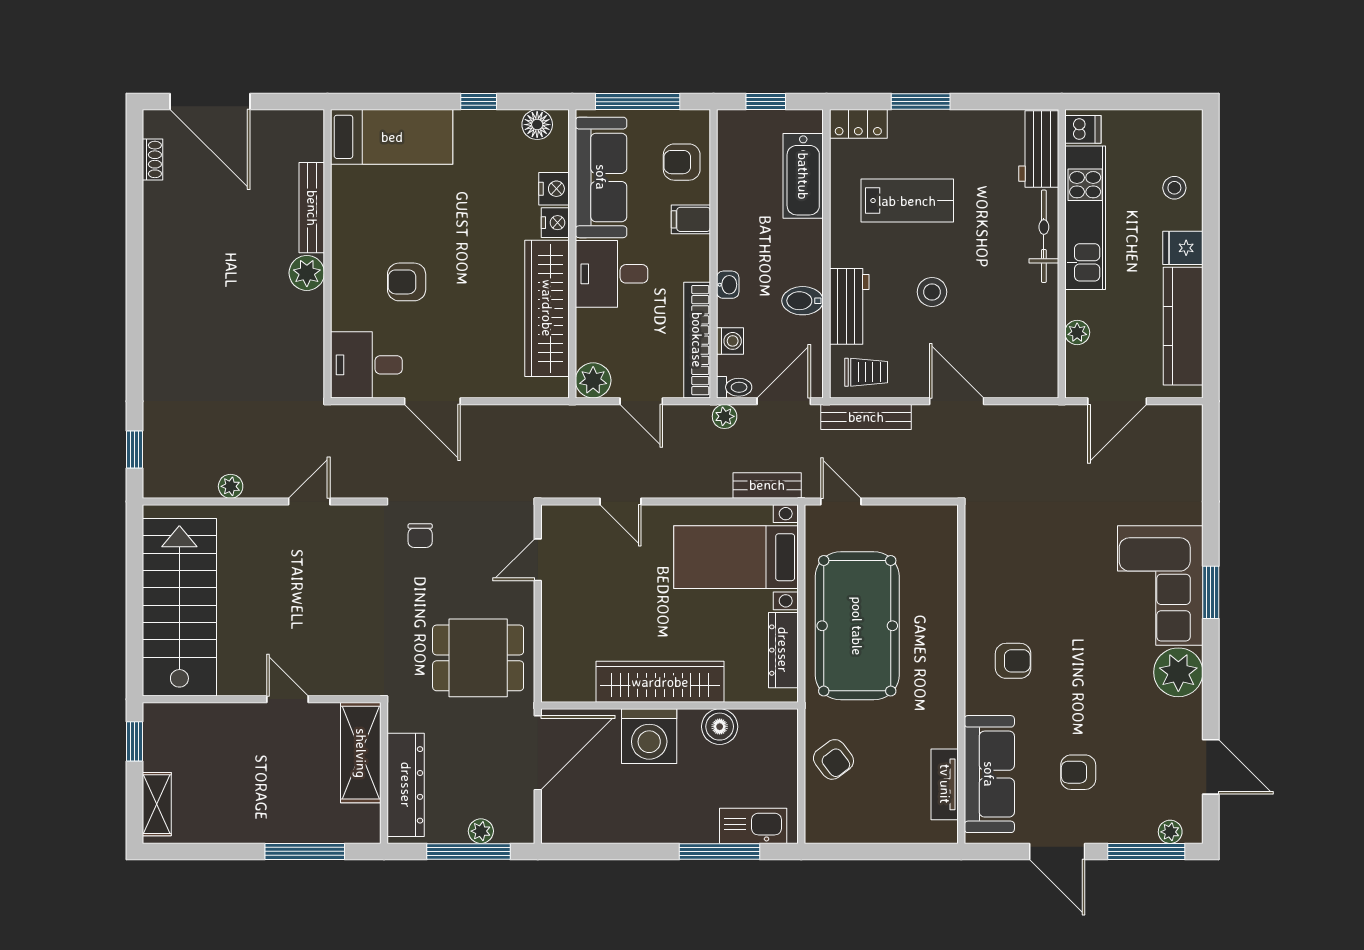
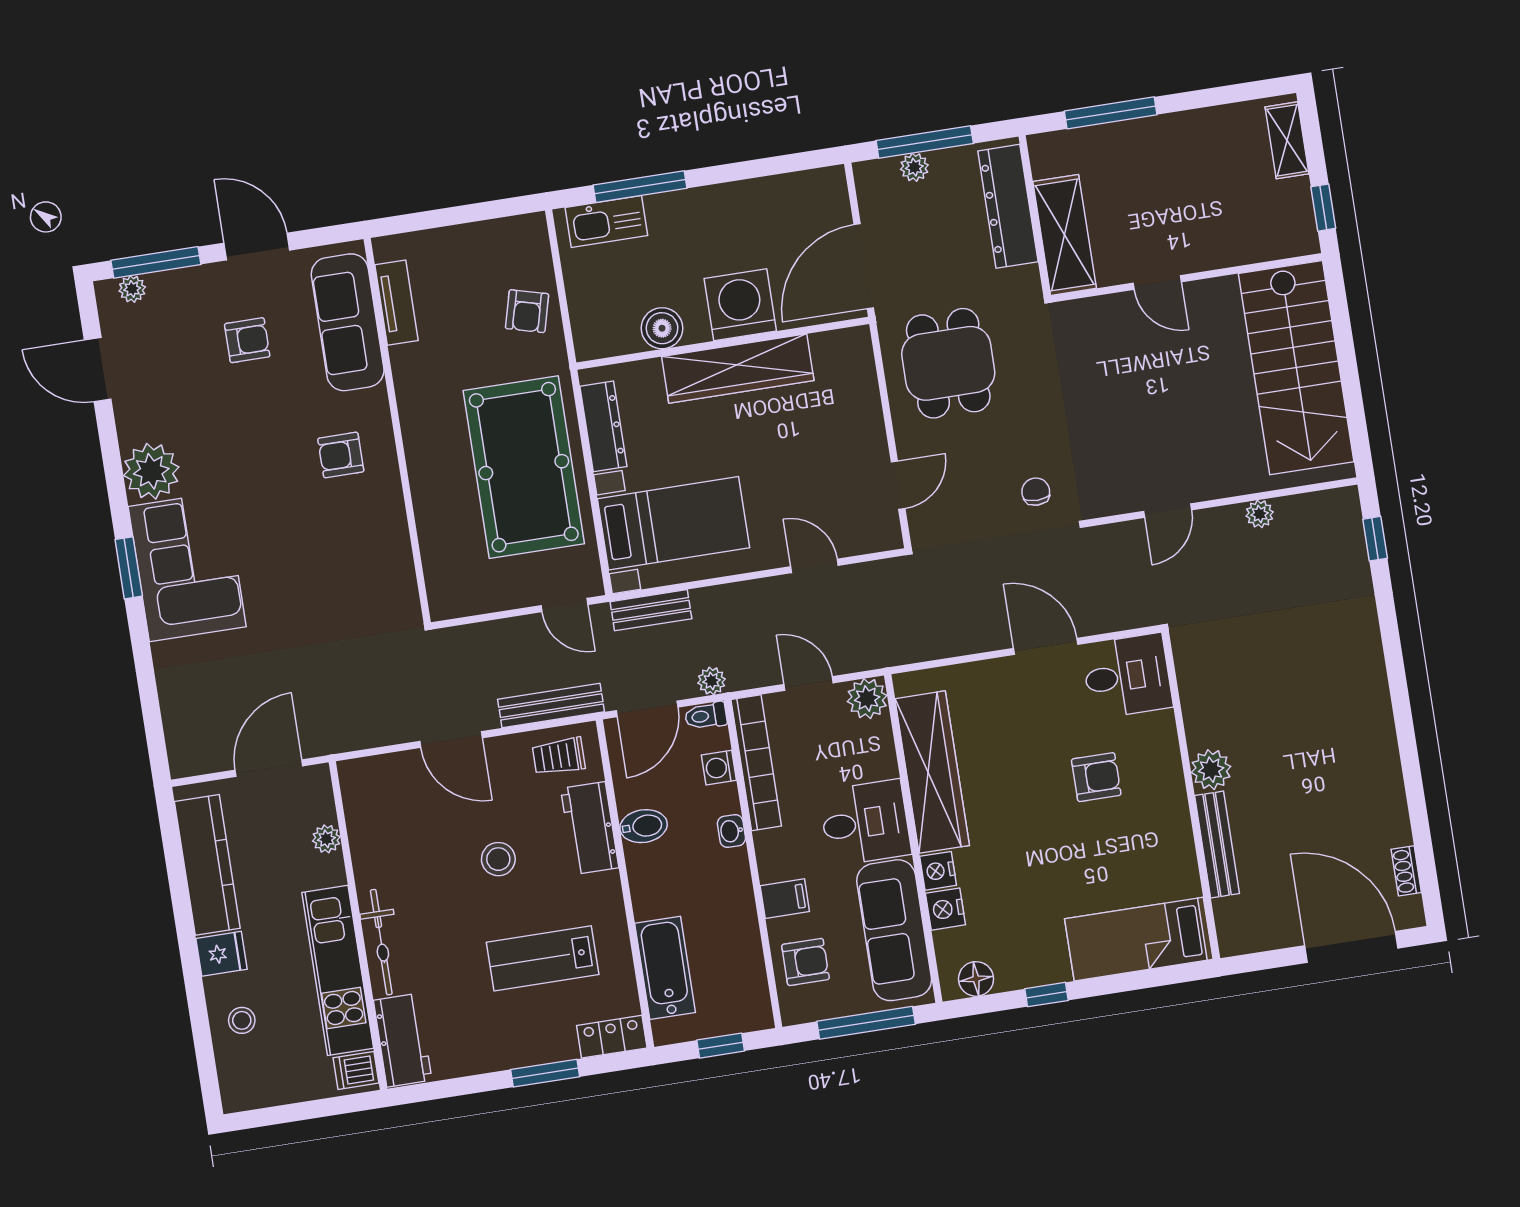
dining table: (478, 658) -> (948, 363), turned 90
armchair: (833, 759) -> (527, 311), turned -128

